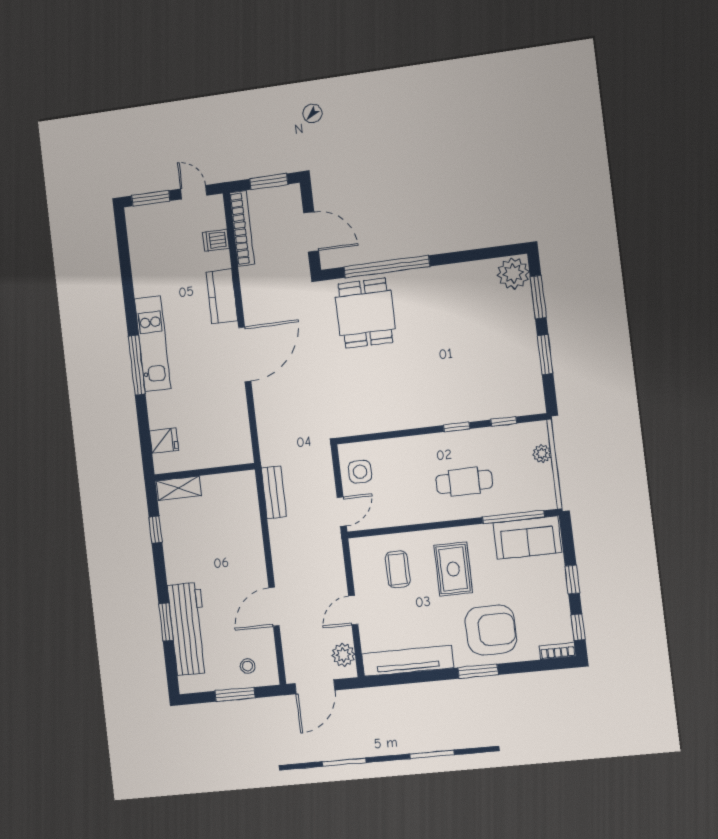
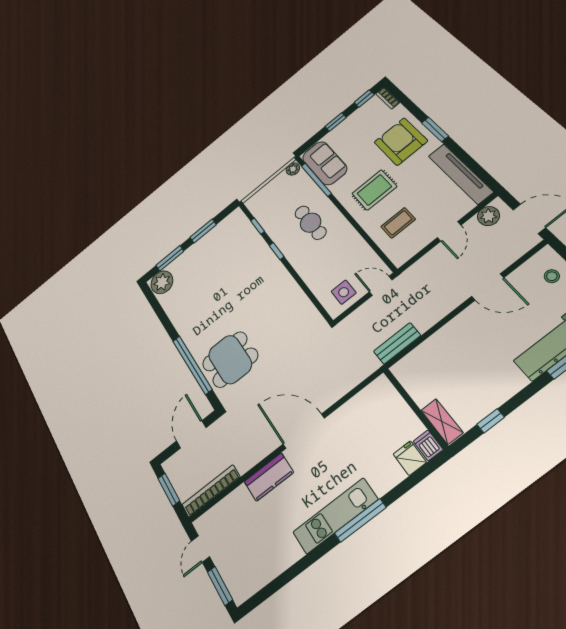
dishwasher: (216, 240) -> (428, 445), moved, turned 180
plant: (542, 454) -> (293, 169), moved
door: (353, 610) -> (449, 231), hinge flipped

